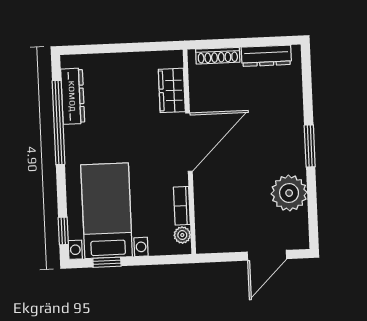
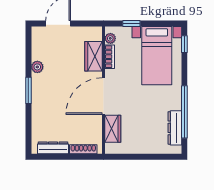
plant: (289, 193) -> (37, 67), width x0.53, depth x0.53
wardrobe: (208, 205) -> (94, 56), added
window: (107, 262) -> (131, 23), moved

